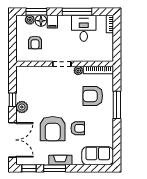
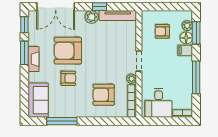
desk: (84, 28) -> (159, 103), moved, turned 90
tv unit: (20, 83) -> (118, 15), added
armchair: (93, 96) -> (104, 95), turned -90
window: (117, 105) -> (62, 121), moved
armchair: (78, 128) -> (68, 78), turned -90

